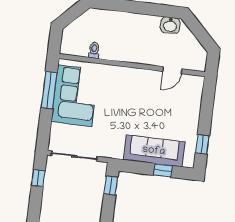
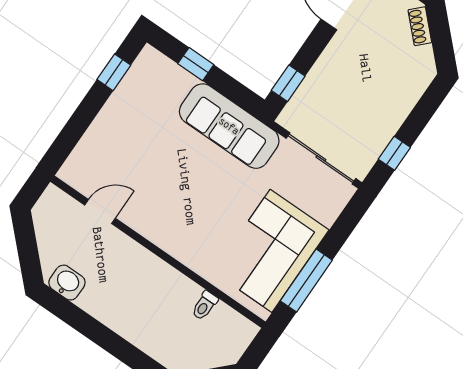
sofa: (154, 151) -> (229, 126), moved

